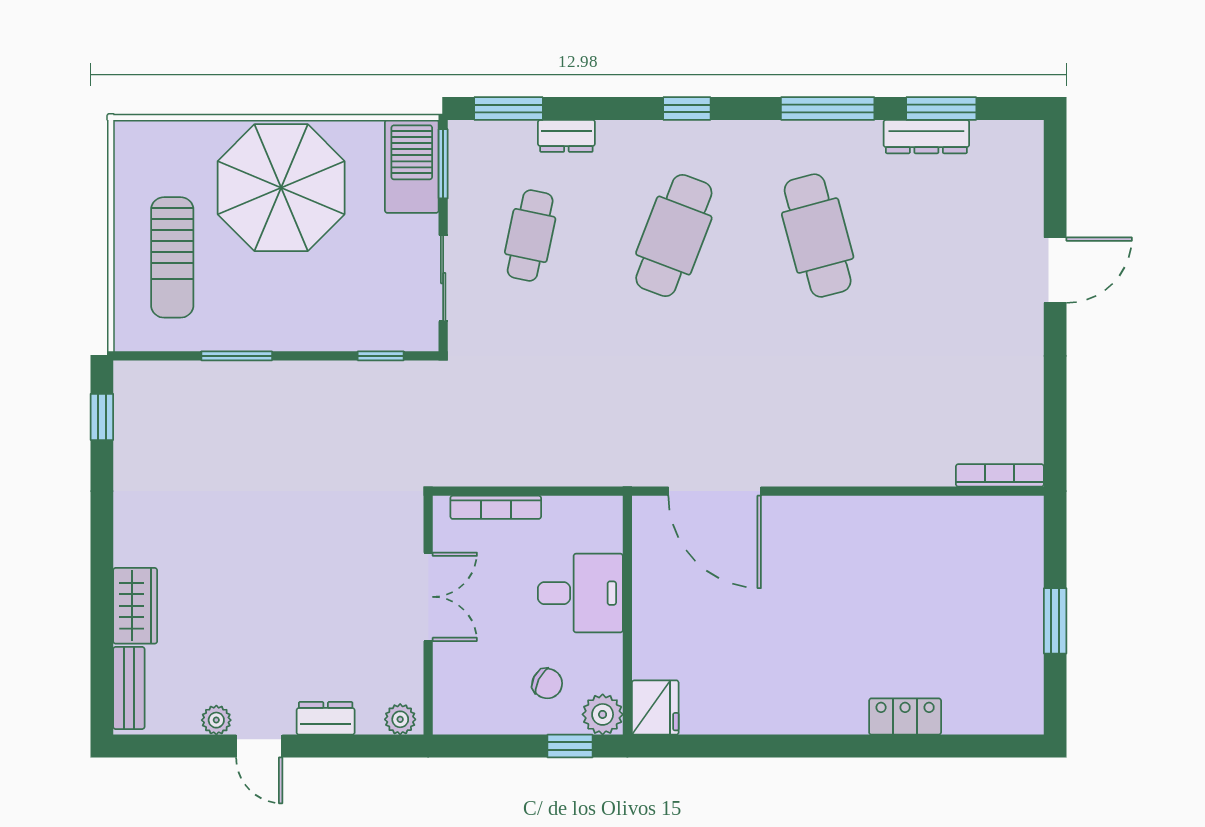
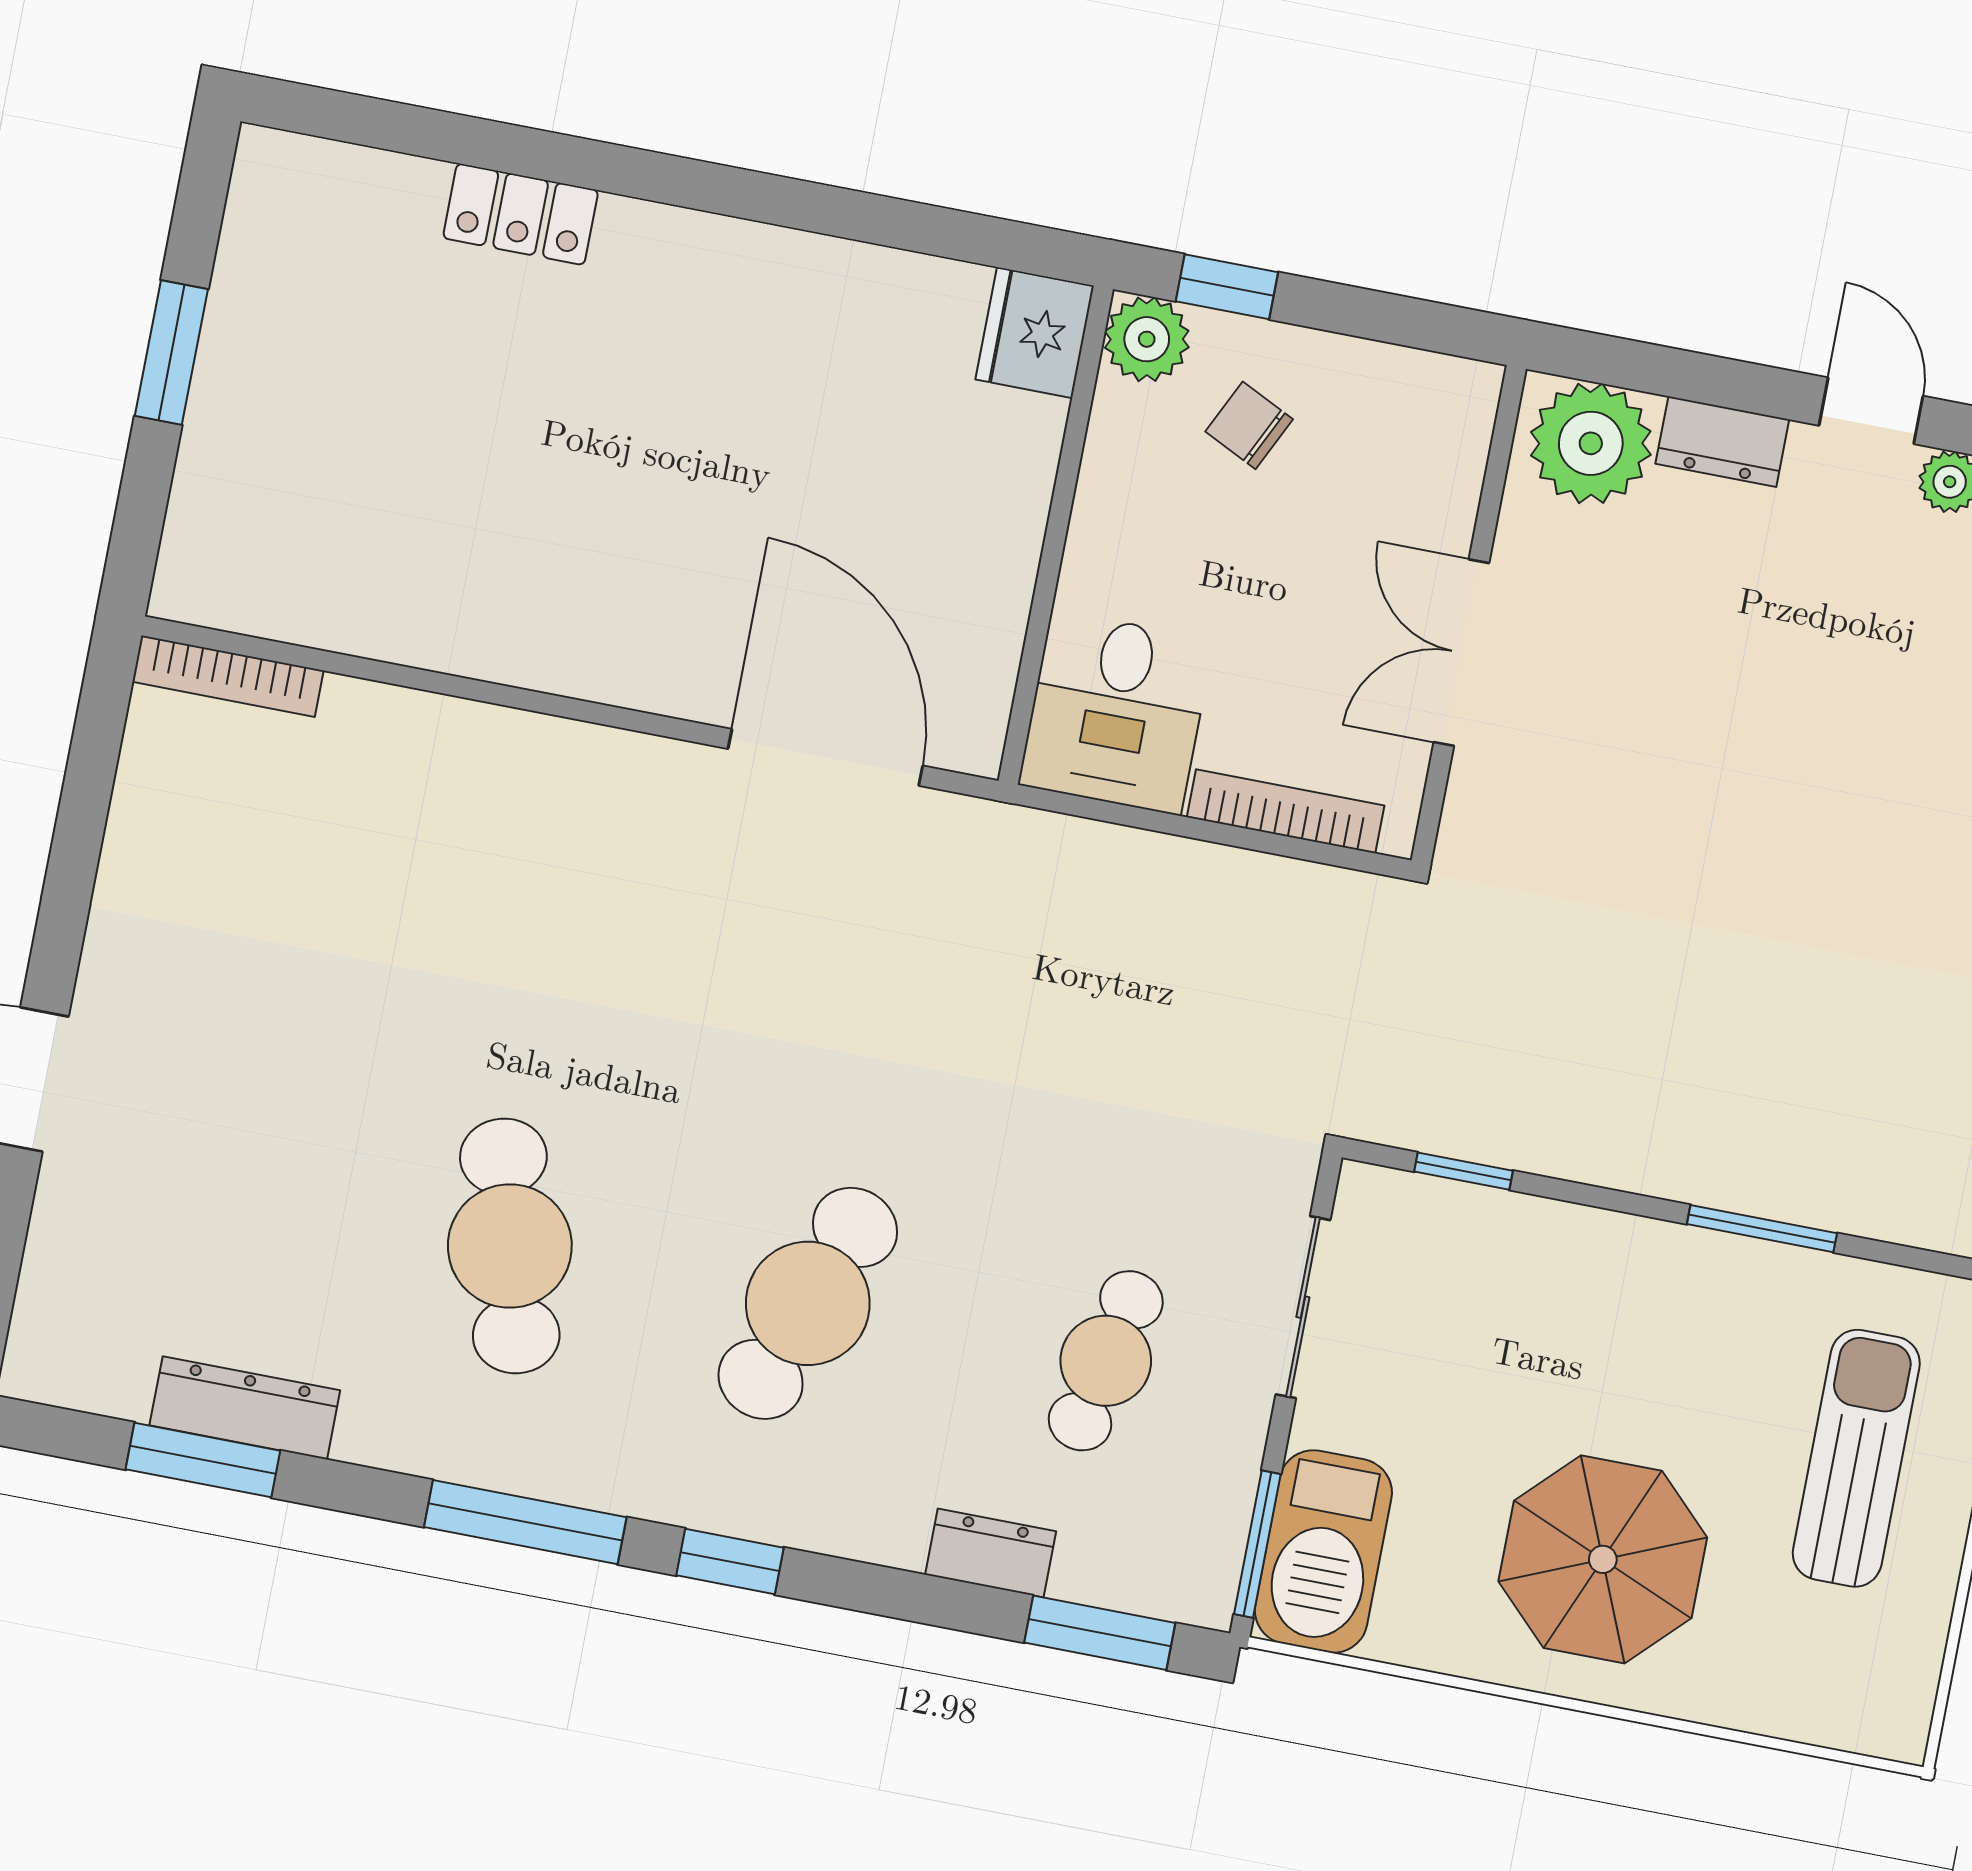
window: (828, 108) -> (525, 1522), moved
parasol: (281, 188) -> (1603, 1559), width x0.73, depth x0.73
desk: (580, 593) -> (1116, 712), moved, turned -90
plant: (400, 719) -> (1591, 443), width x1.88, depth x1.88

